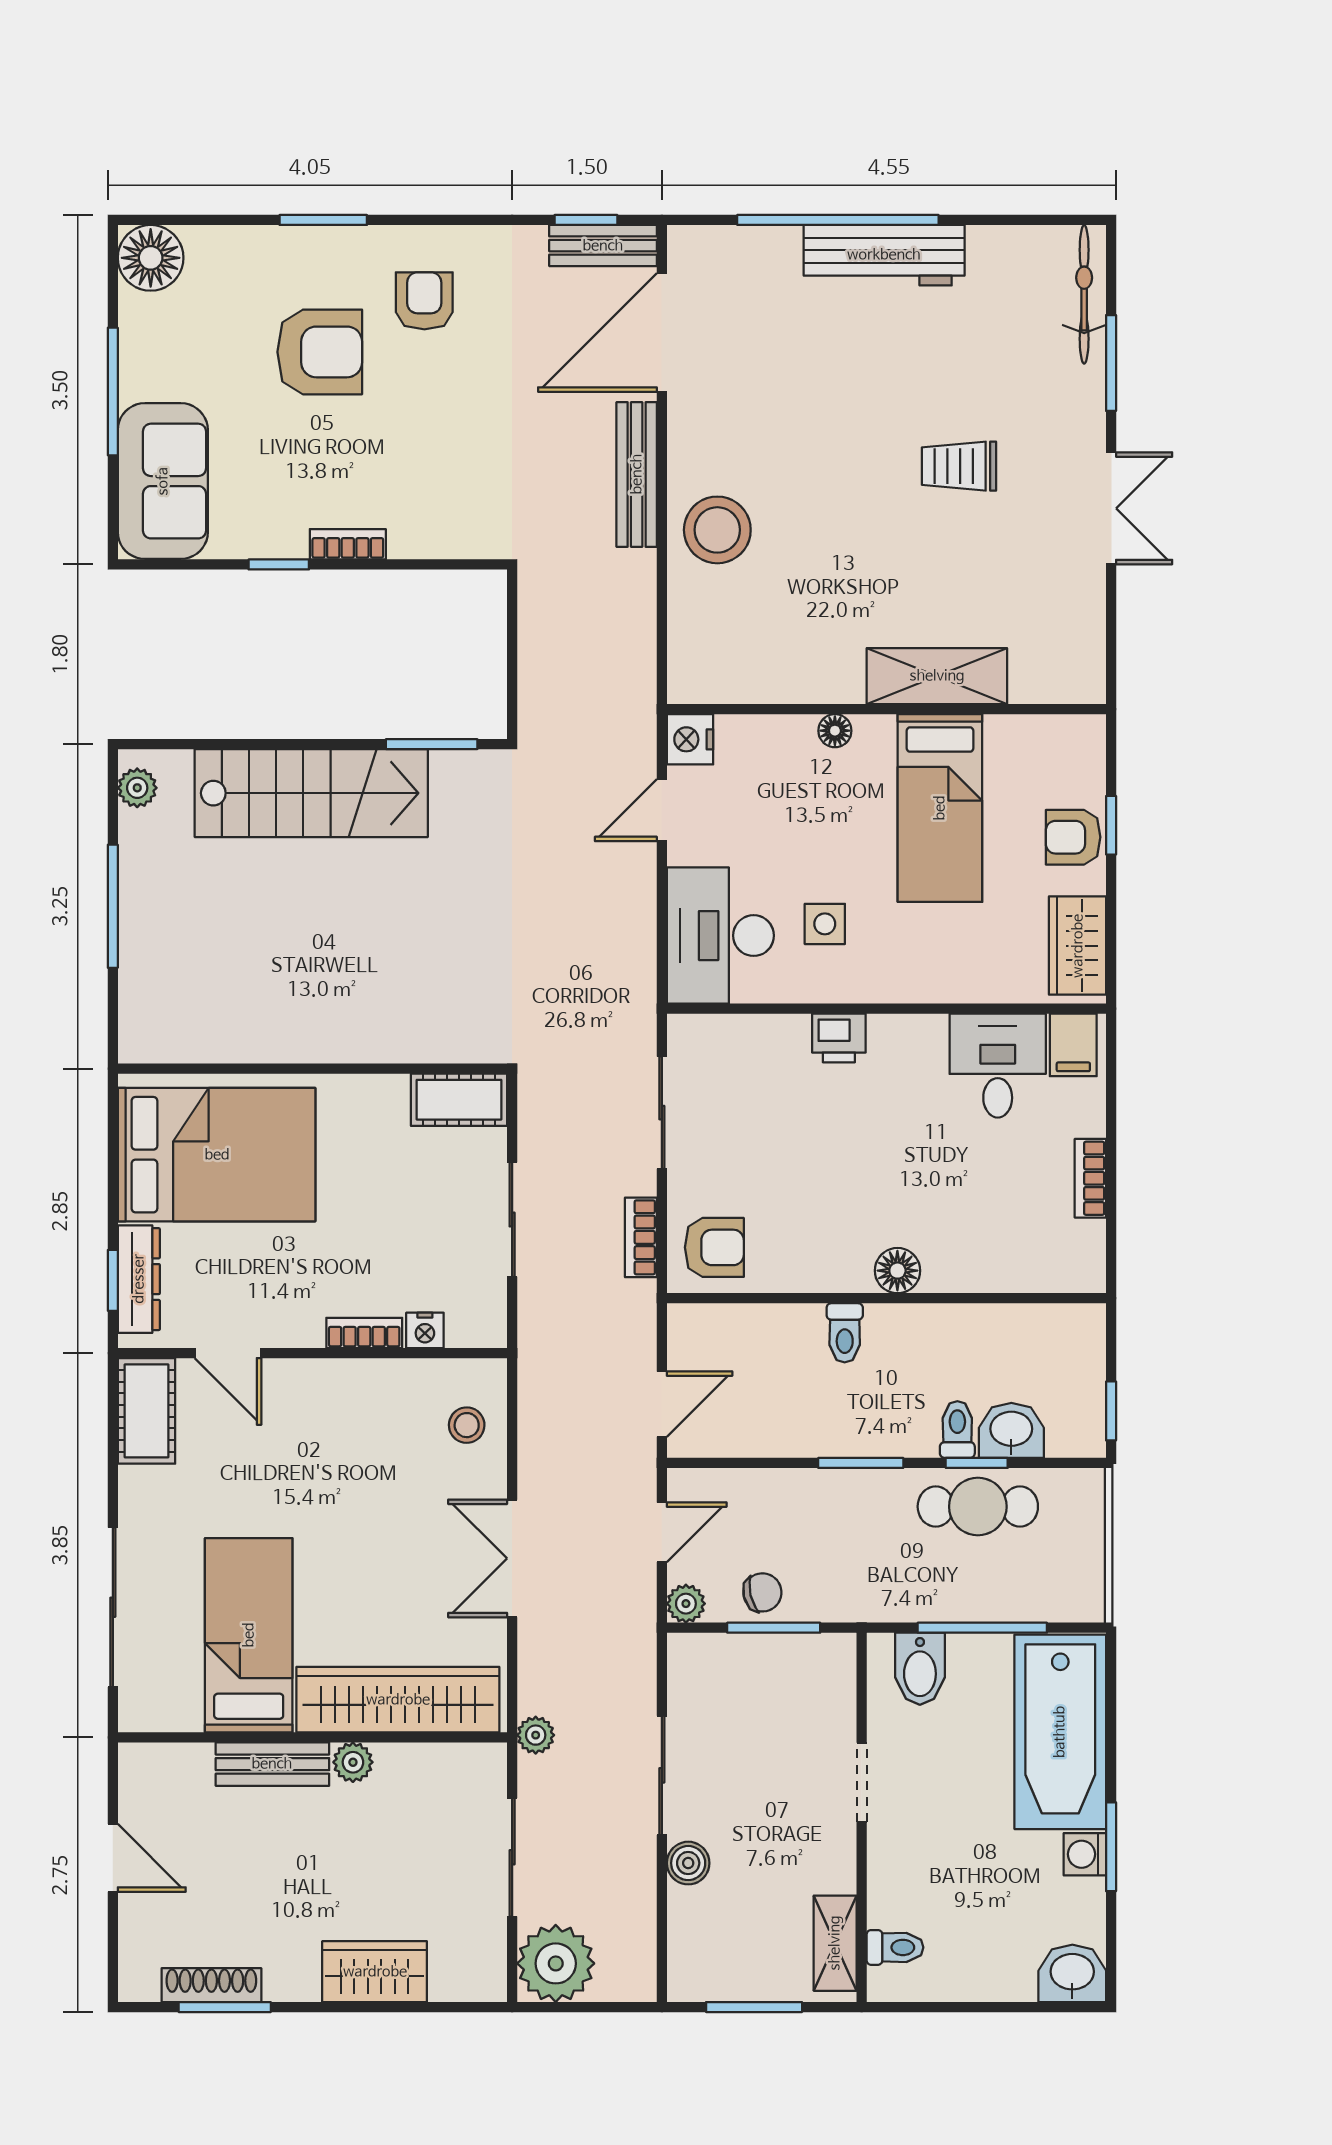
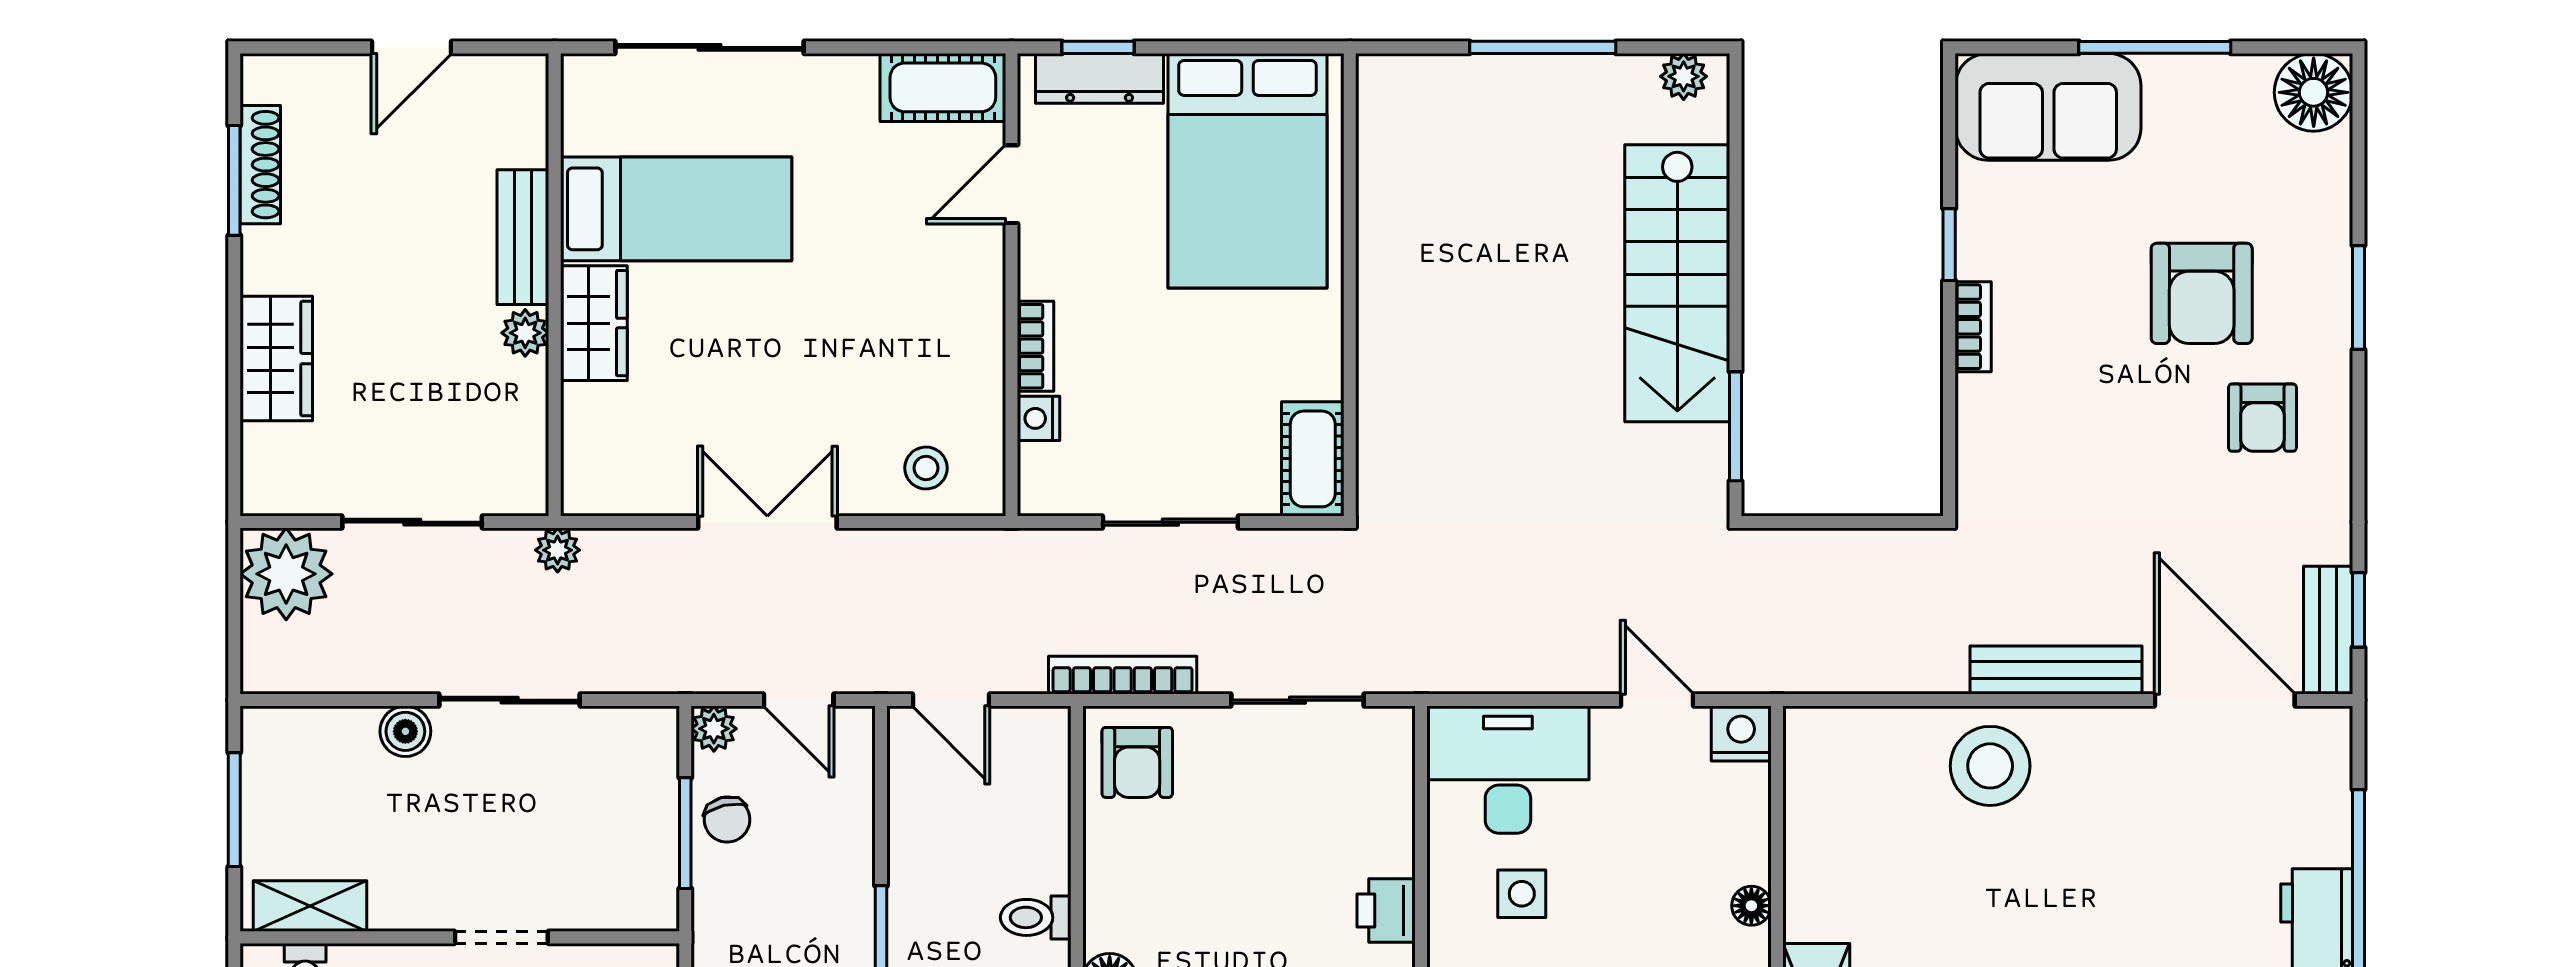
armchair: (424, 301) -> (2262, 418), turned 90
bookcase: (641, 1237) -> (1123, 675), width x1.56
wardrobe: (398, 1700) -> (594, 323), width x0.48, depth x0.85

